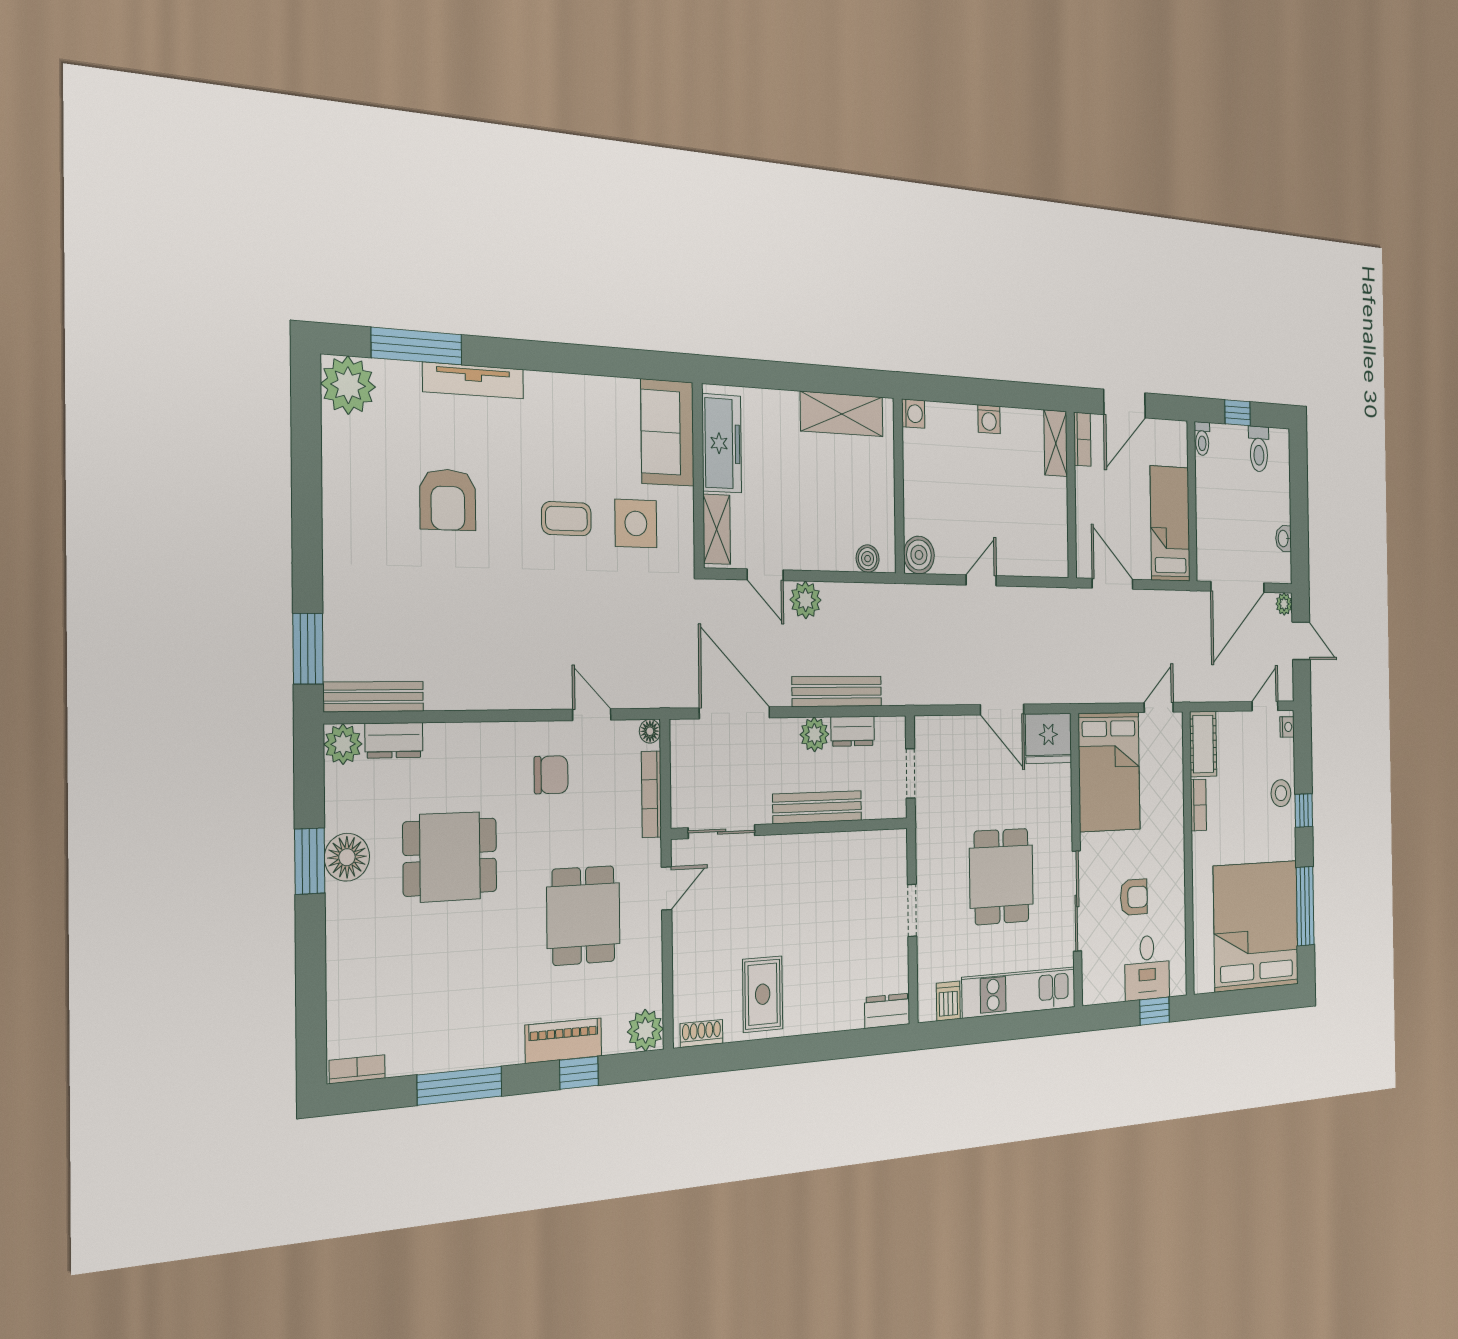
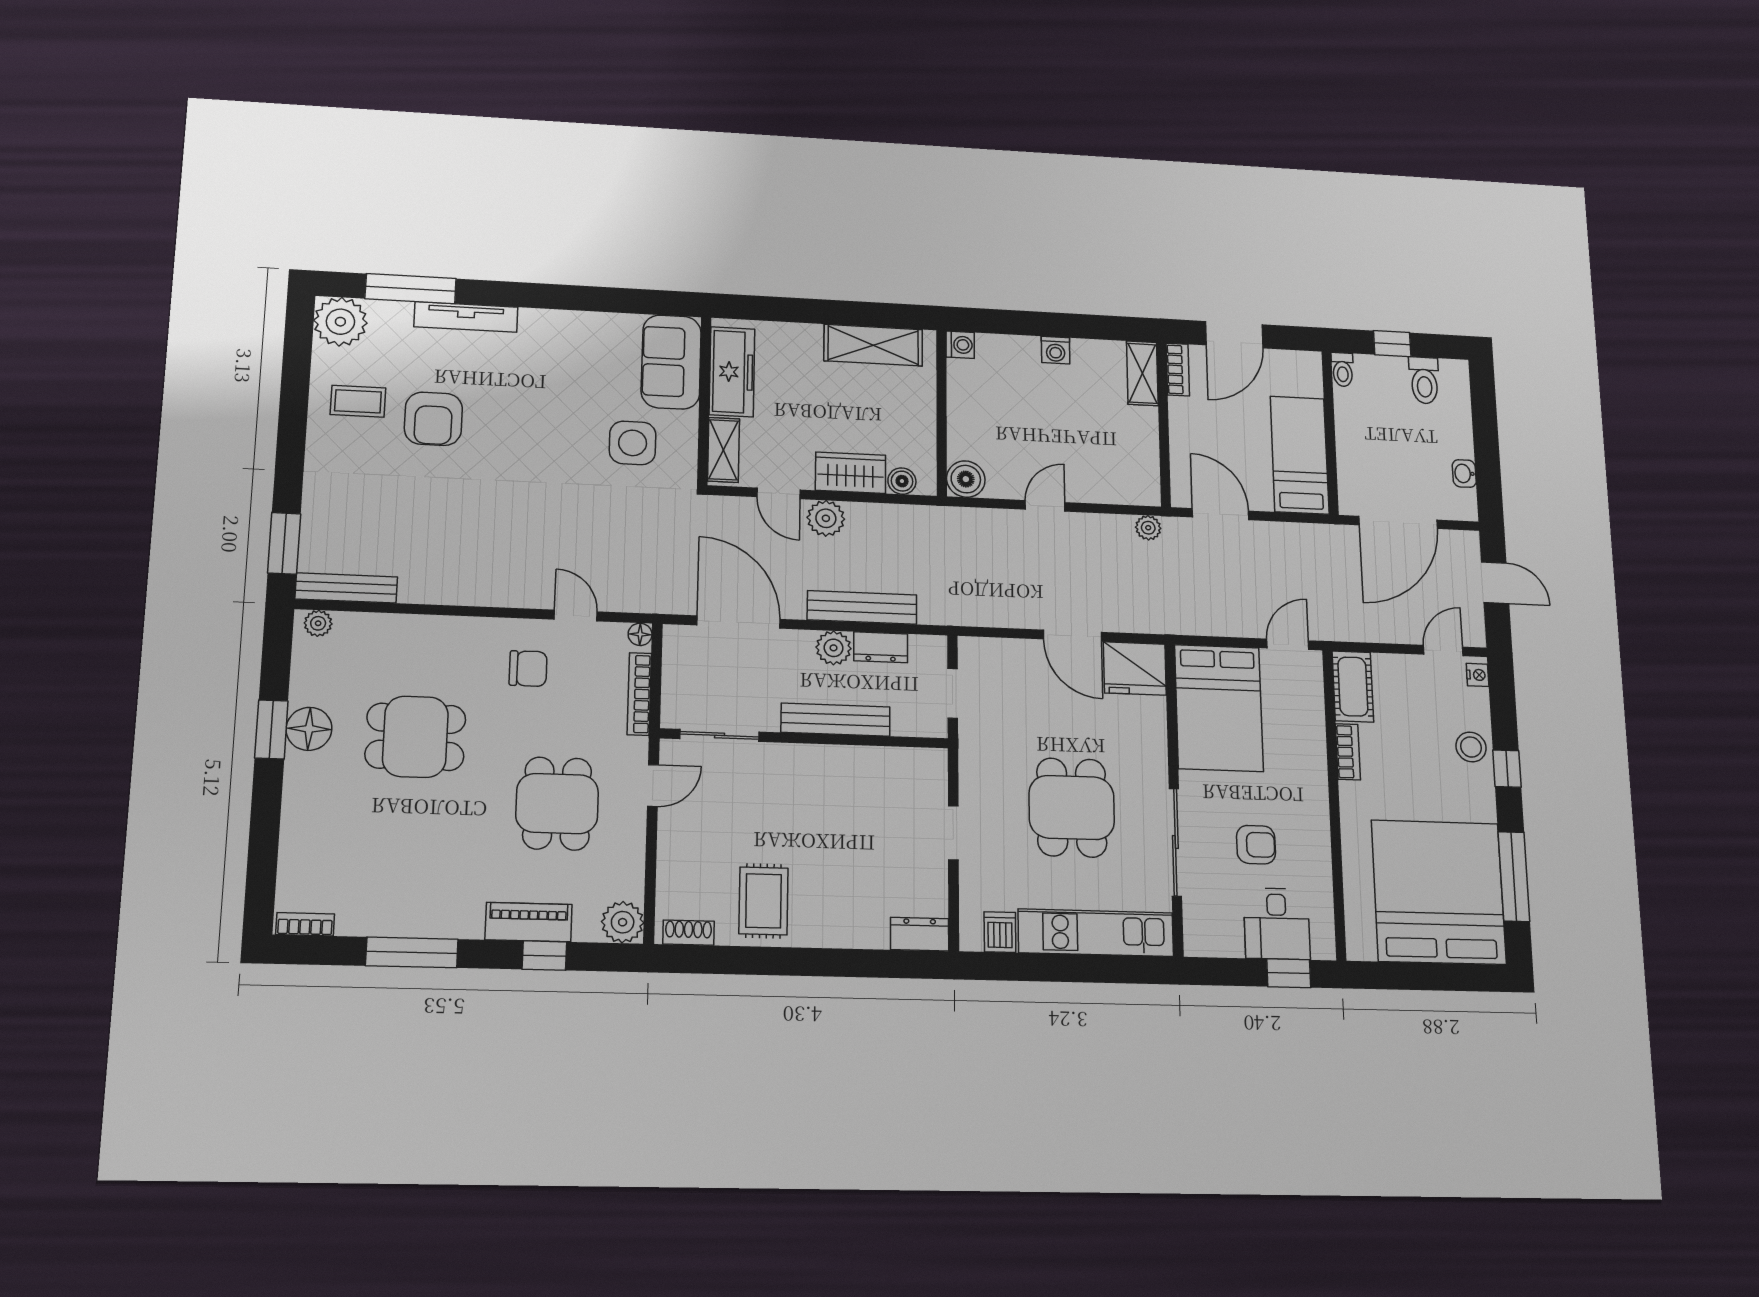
coffee table: (566, 519) -> (358, 401), moved
wardrobe: (825, 551) -> (851, 473), added
plant: (1284, 604) -> (1148, 528), moved
dresser: (394, 740) -> (364, 628), removed
plant: (343, 744) -> (318, 623), width x0.73, depth x0.73

